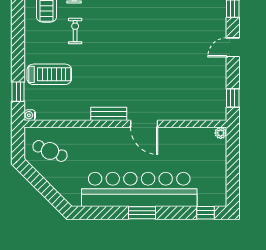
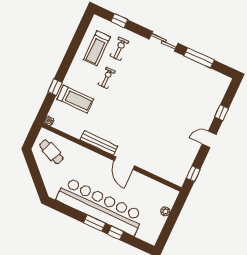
window: (18, 92) -> (55, 87), moved
bench: (109, 114) -> (99, 143), width x1.36
plant: (221, 133) -> (165, 211), moved
window: (205, 213) -> (116, 233), moved

